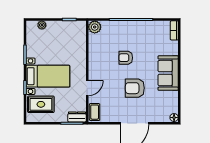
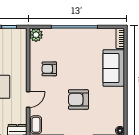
armchair: (126, 58) -> (49, 69), moved
sofa: (168, 73) -> (114, 68), moved

